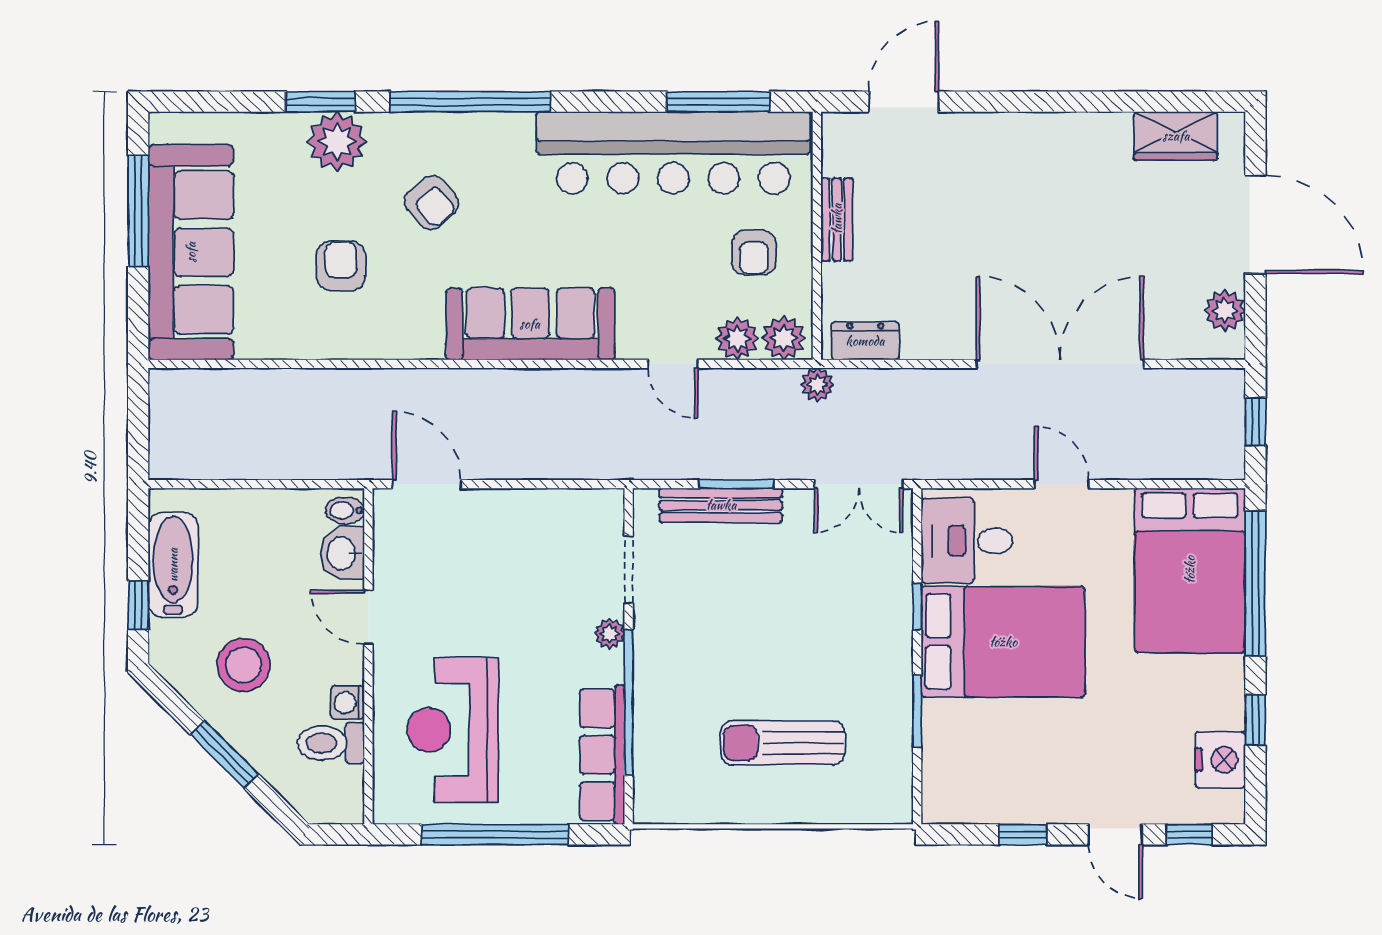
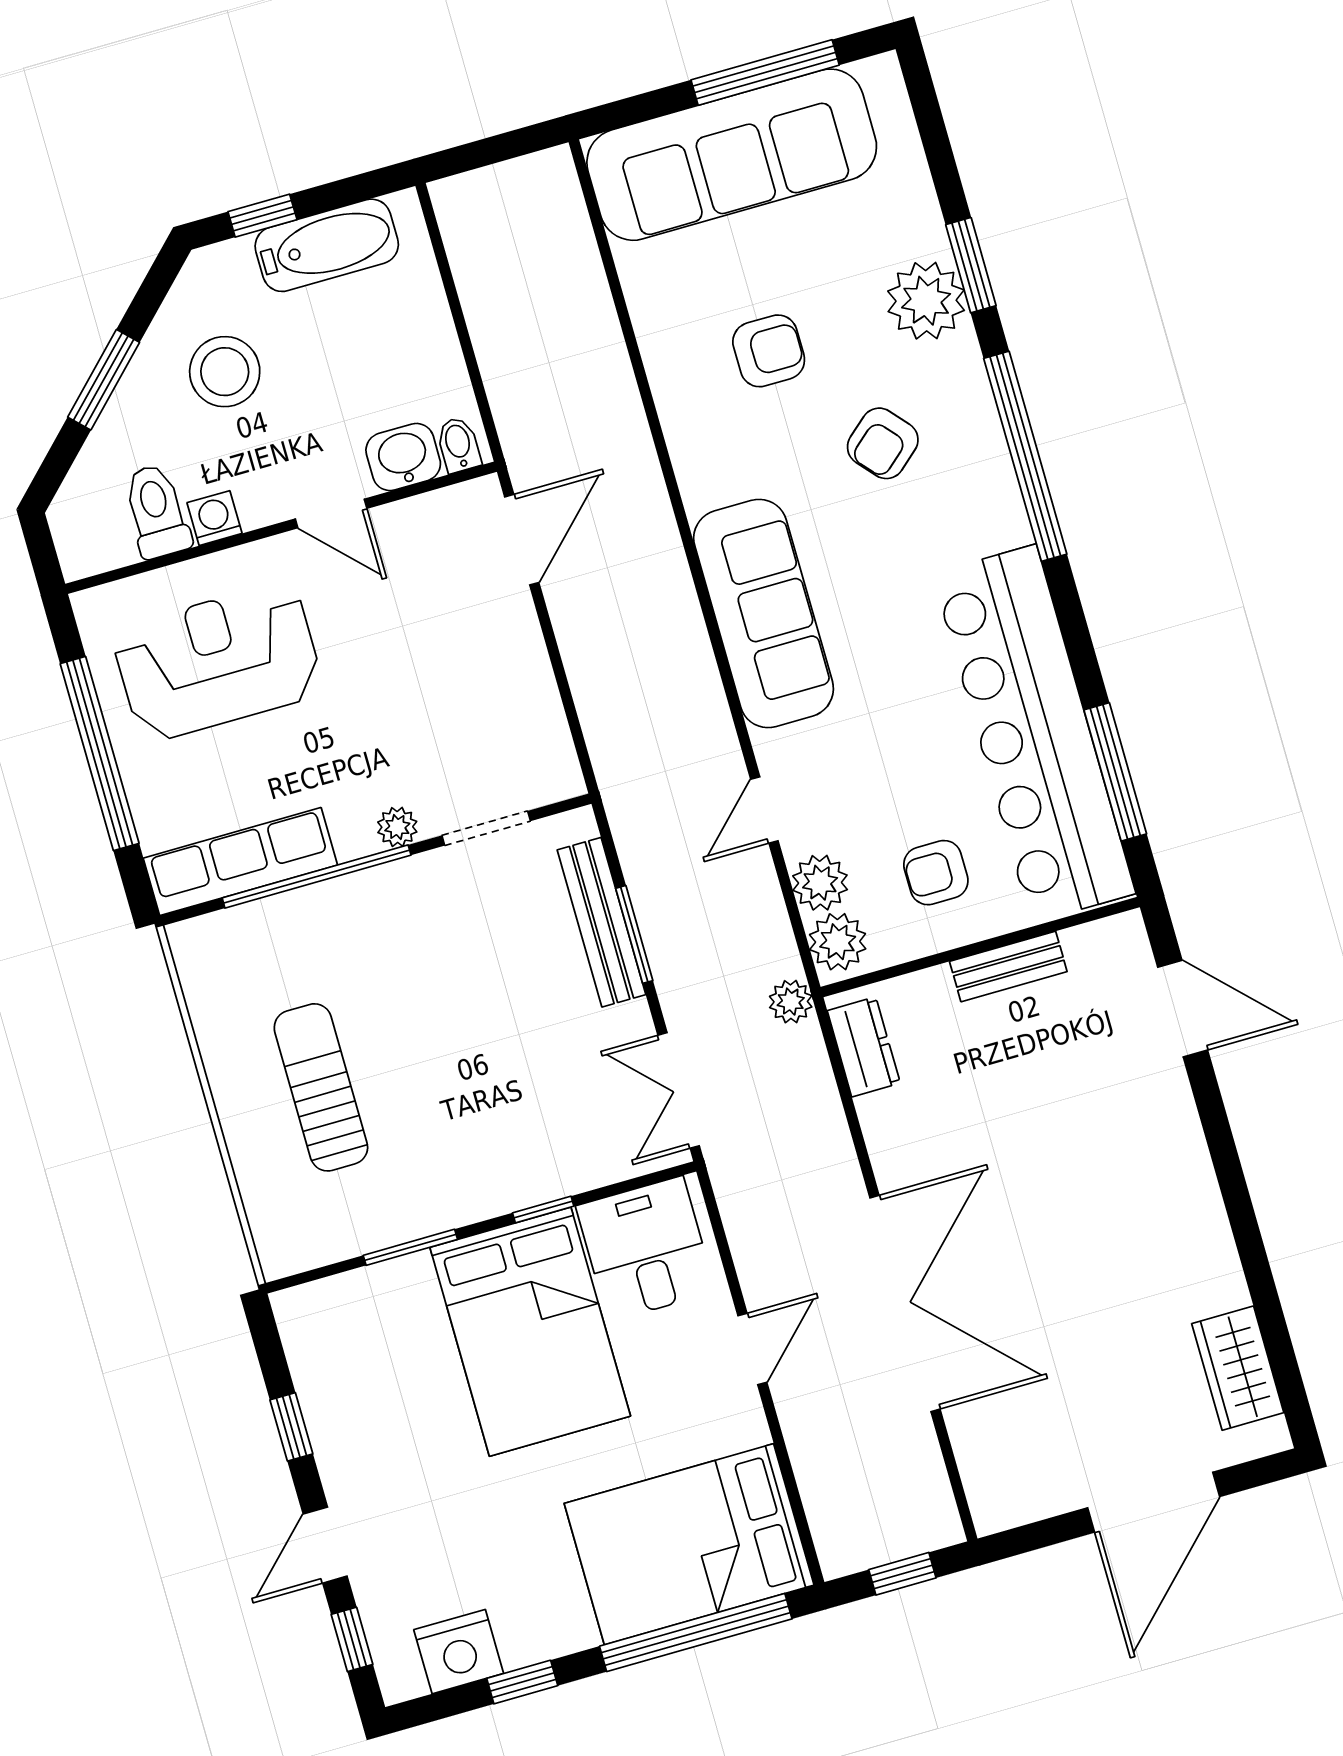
plant: (1225, 311) -> (1033, 1494), removed
door: (368, 617) -> (331, 514), swing flipped

